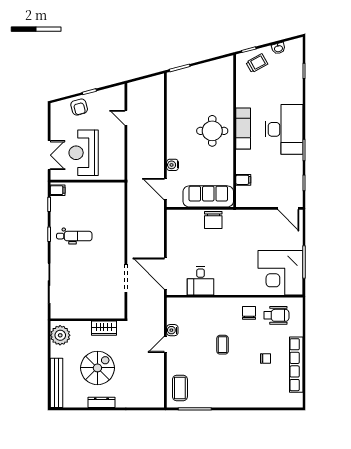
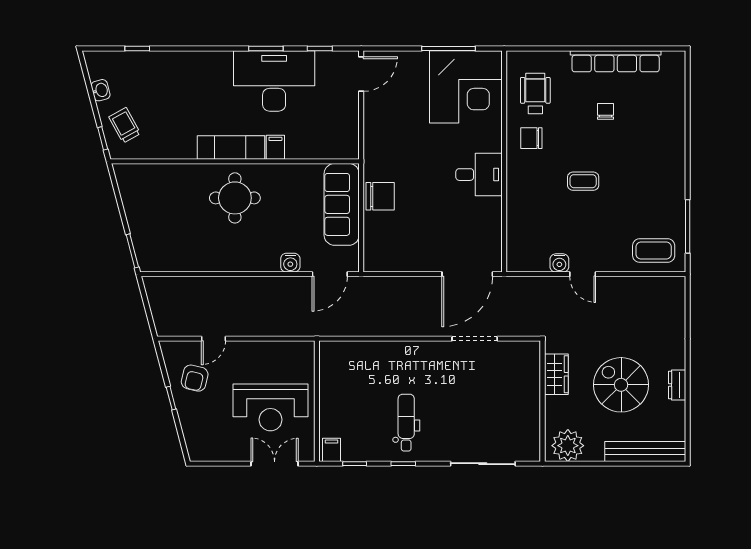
armchair: (79, 107) -> (195, 378), moved, turned 118
desk: (284, 129) -> (274, 81), moved
filing cabinet: (243, 180) -> (275, 147), moved
desk: (201, 281) -> (479, 175), moved
dresser: (101, 402) -> (677, 385), width x0.70

